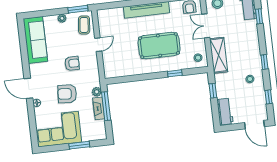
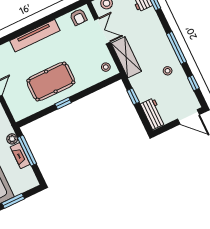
double door: (206, 26) -> (102, 31), swing flipped
pool table: (159, 46) -> (51, 82), moved
window: (264, 62) -> (177, 48), width x2.17
window: (175, 73) -> (63, 103), moved

